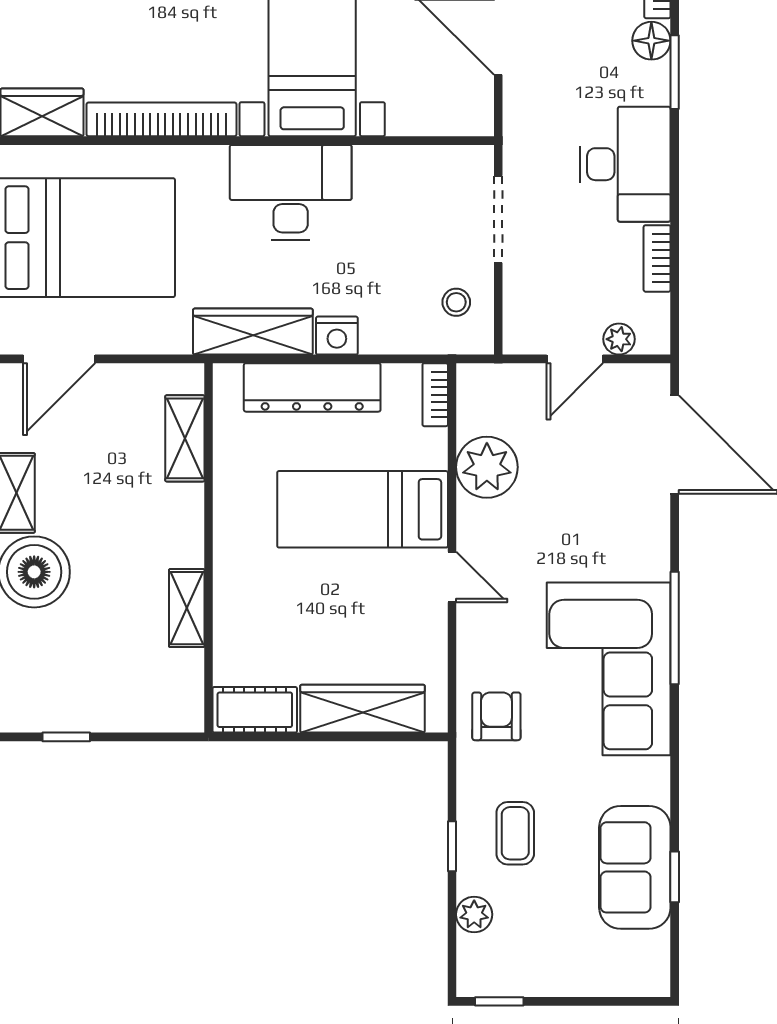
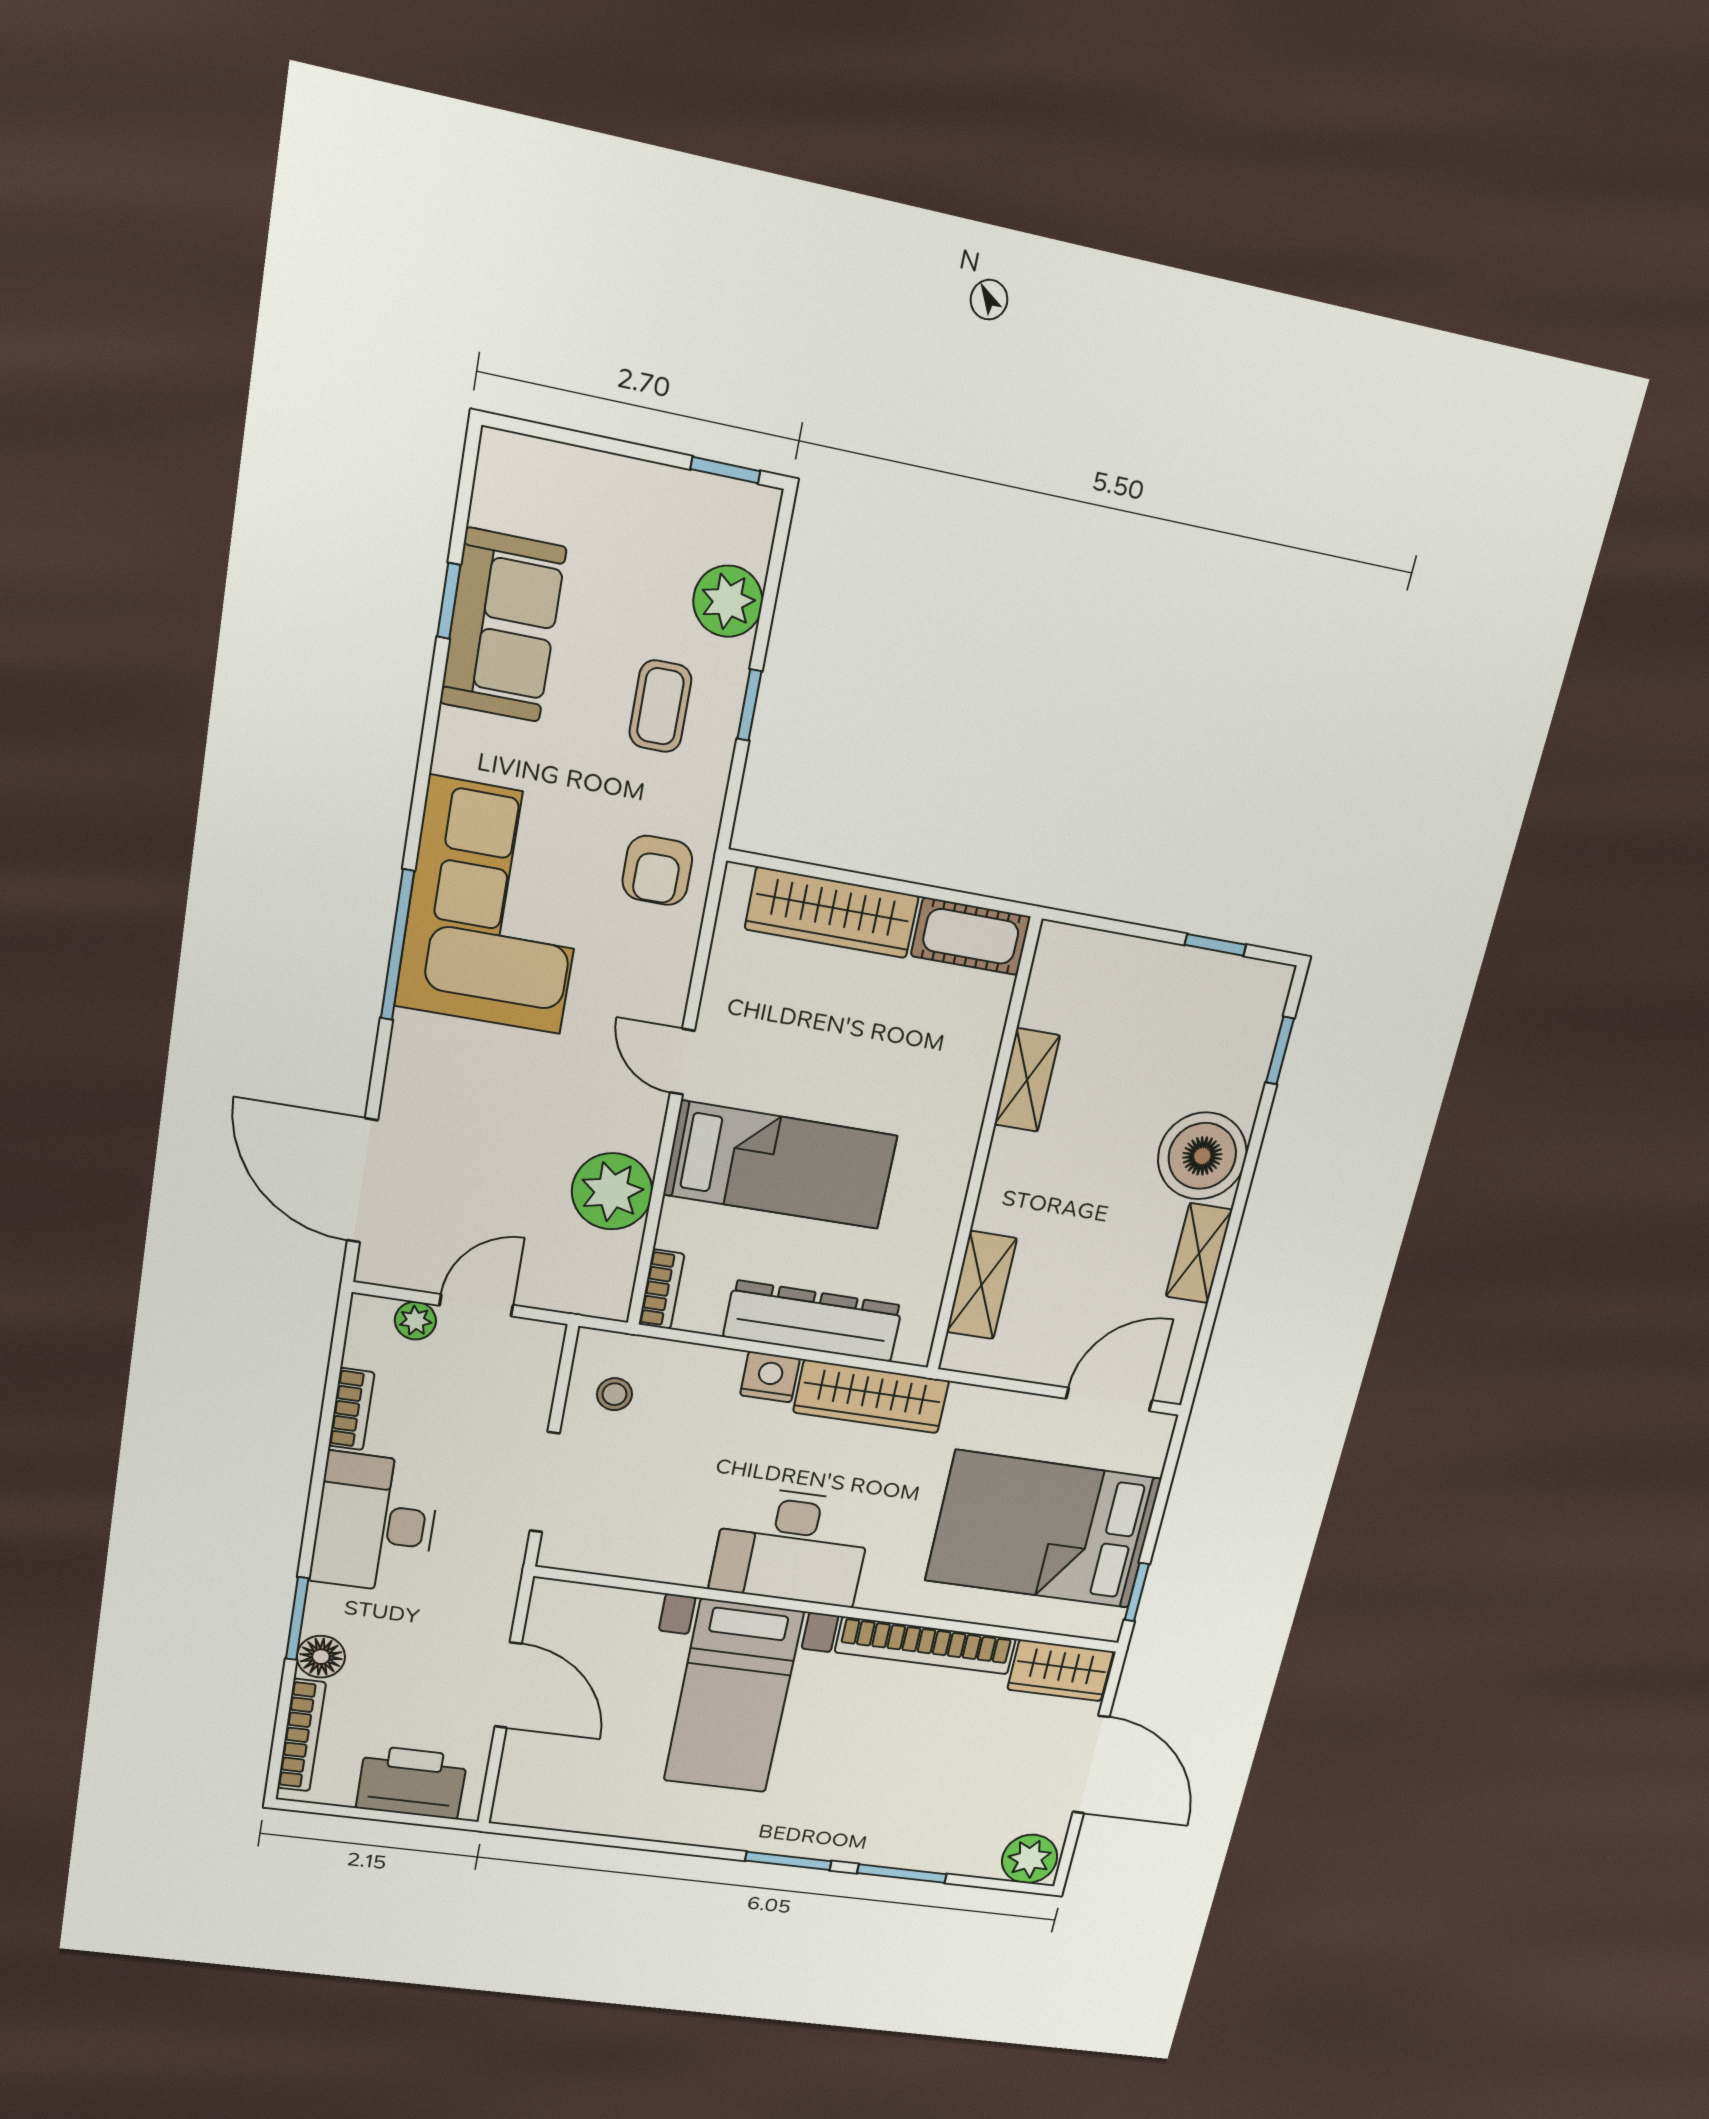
plant: (474, 914) -> (728, 601), width x1.38, depth x1.38

